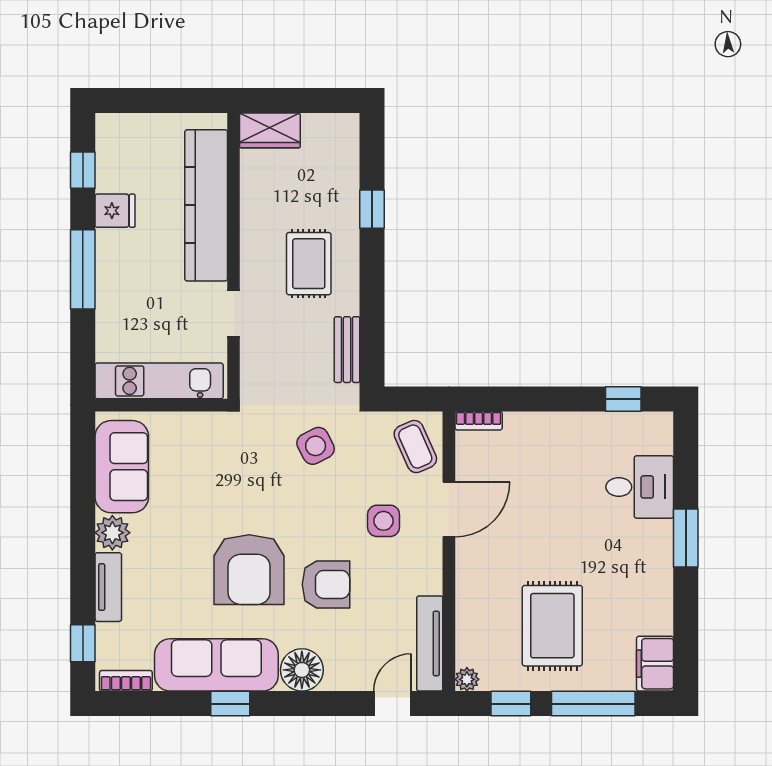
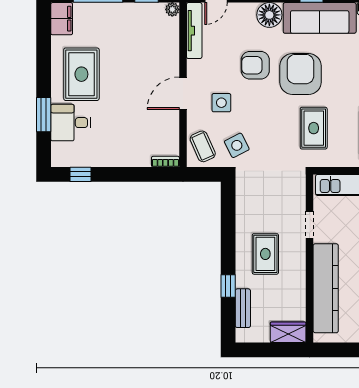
bench: (347, 350) -> (243, 308), moved
side table: (316, 446) -> (237, 145), moved
rug: (227, 478) -> (314, 128), added
door: (449, 509) -> (183, 93), moved
window: (686, 538) -> (44, 115), moved
rug: (552, 626) -> (81, 74), moved

